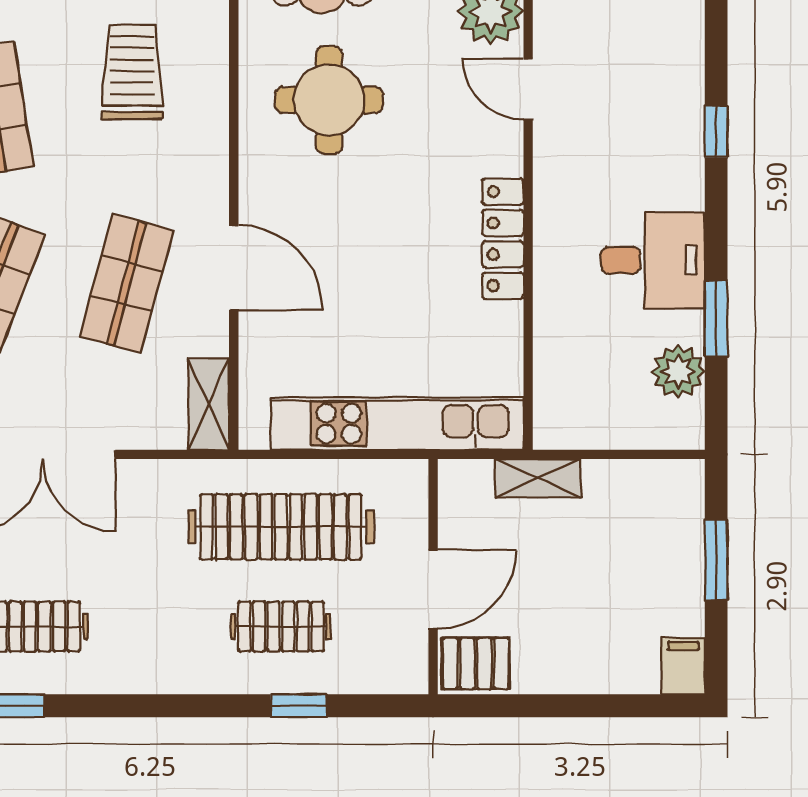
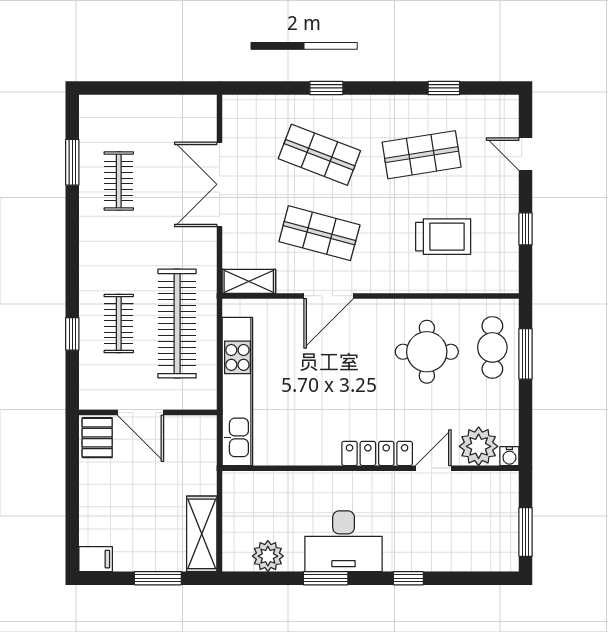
locker: (503, 239) -> (377, 453), moved
desk: (653, 260) -> (344, 541), width x1.37
window: (716, 318) -> (326, 578), moved
shelving: (538, 478) -> (202, 534), moved, width x1.50, depth x1.33

